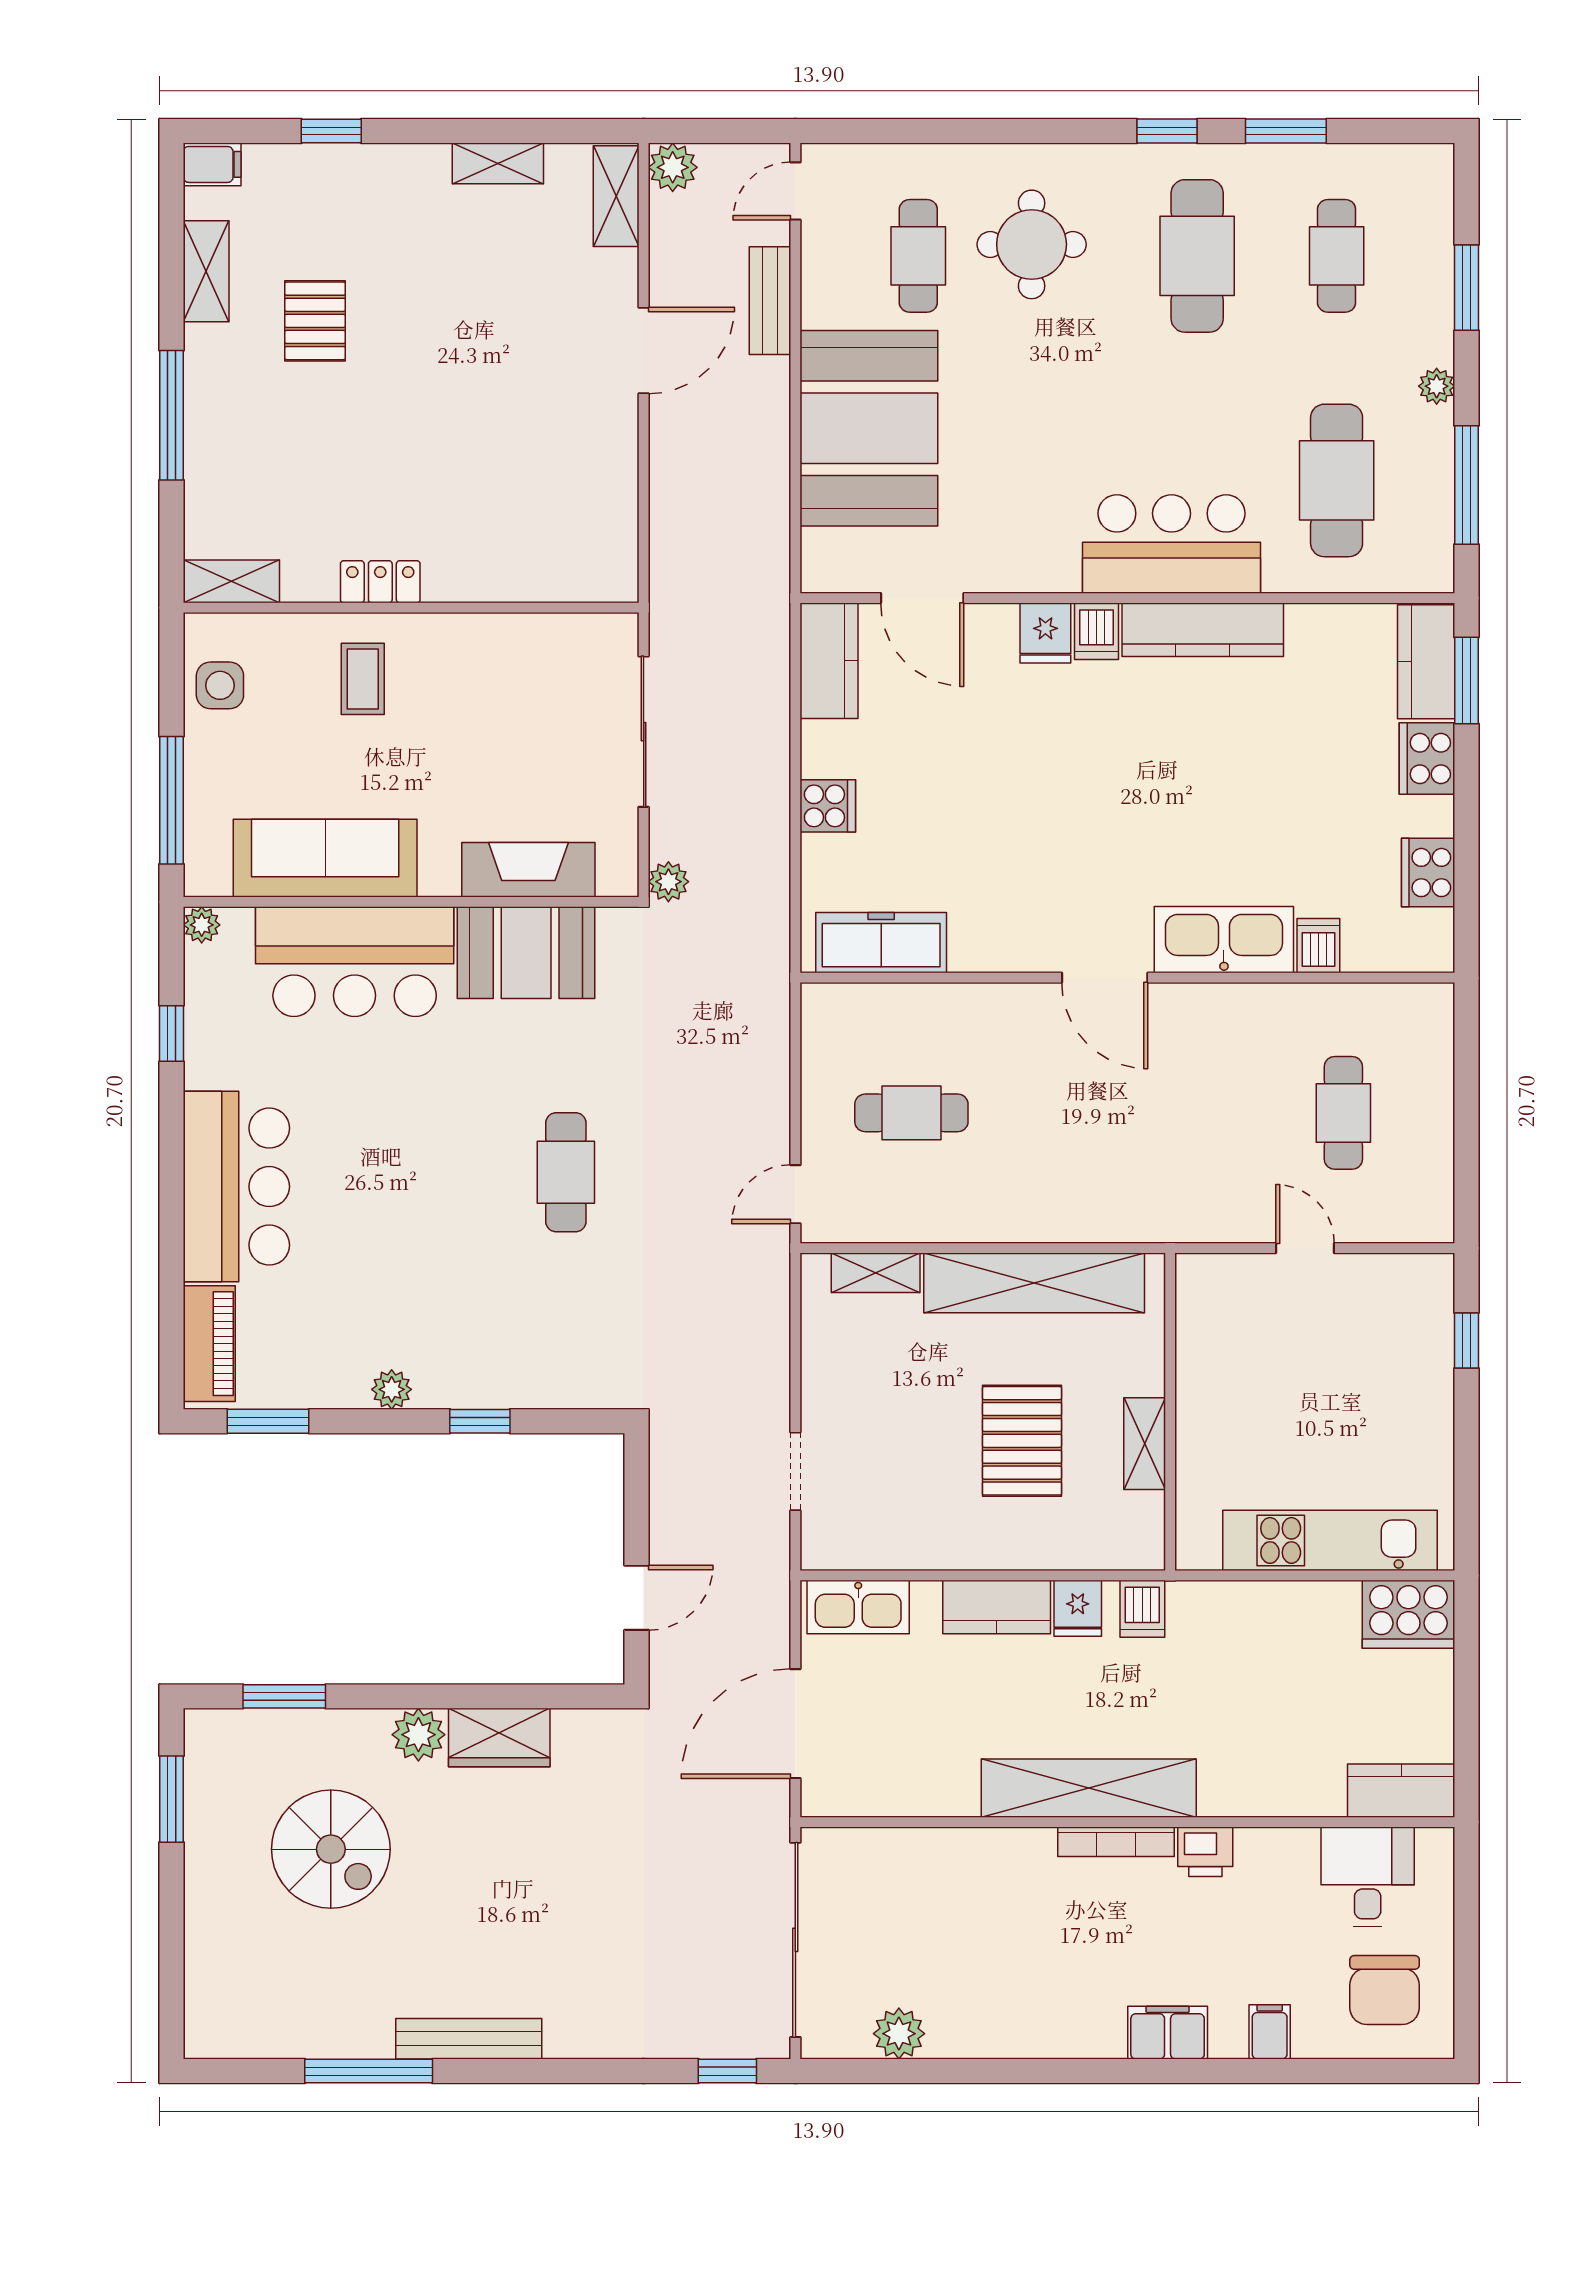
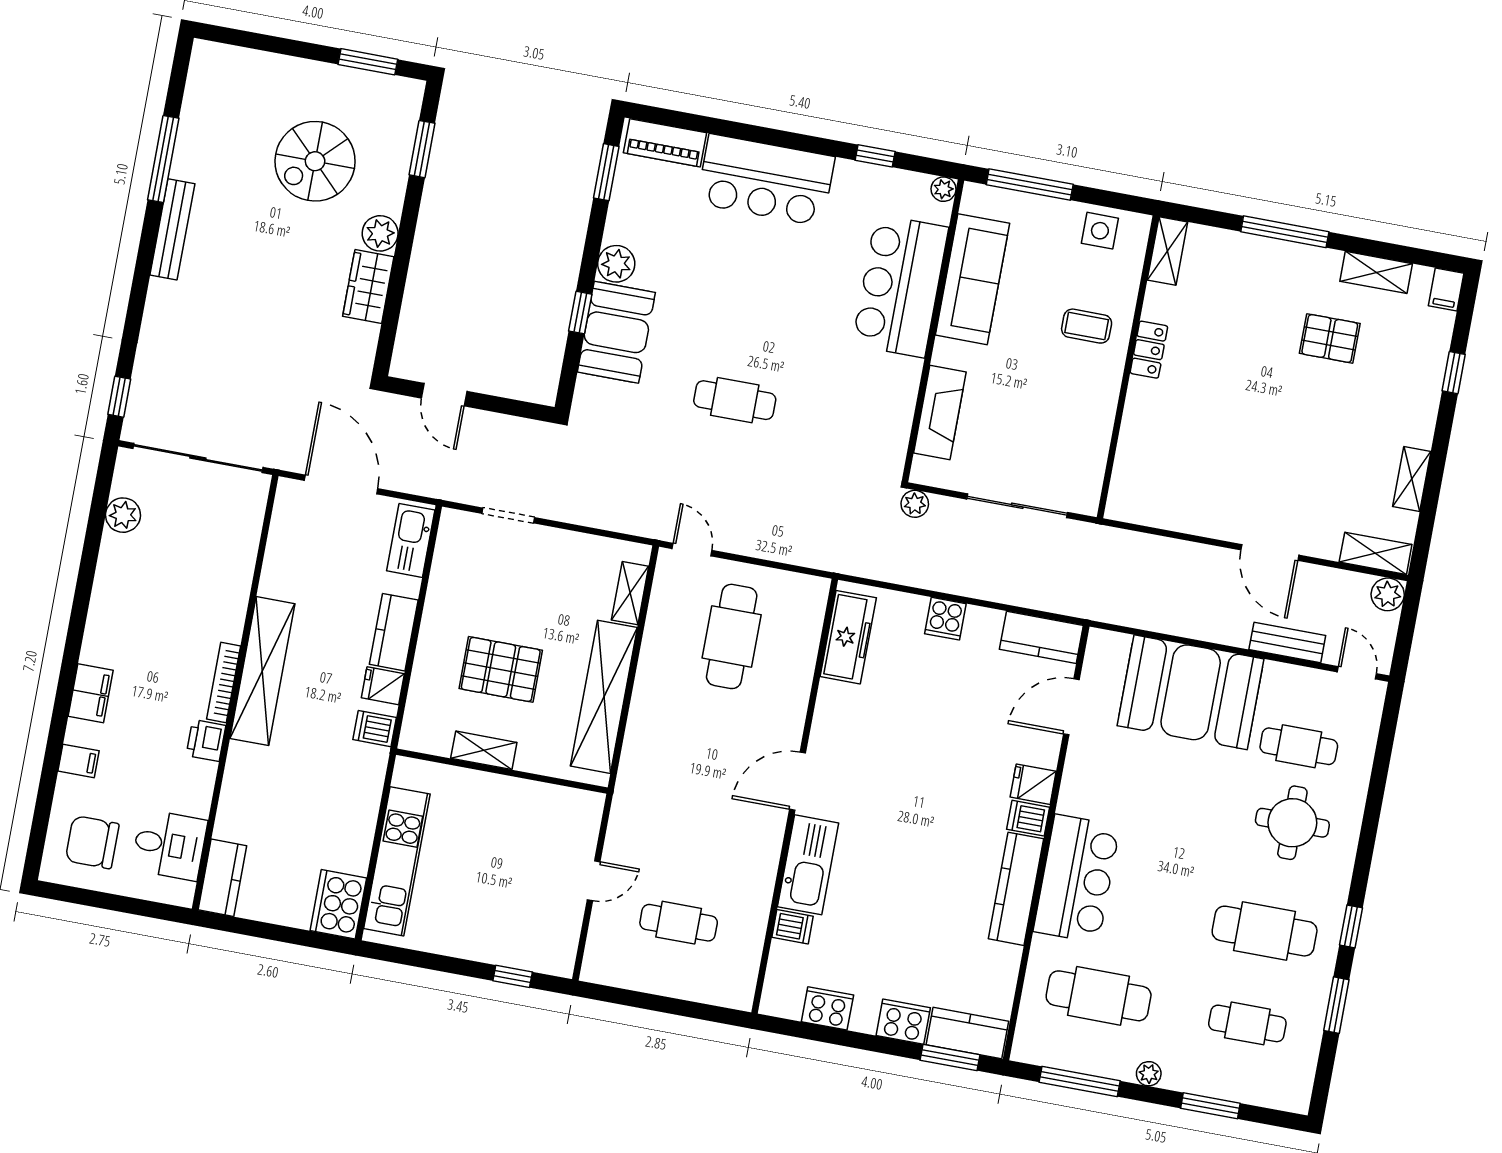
booth: (526, 953) -> (616, 332), moved
cafe table: (911, 1113) -> (732, 636), width x1.37, depth x1.35
plant: (392, 1389) -> (616, 264), width x1.38, depth x1.38

